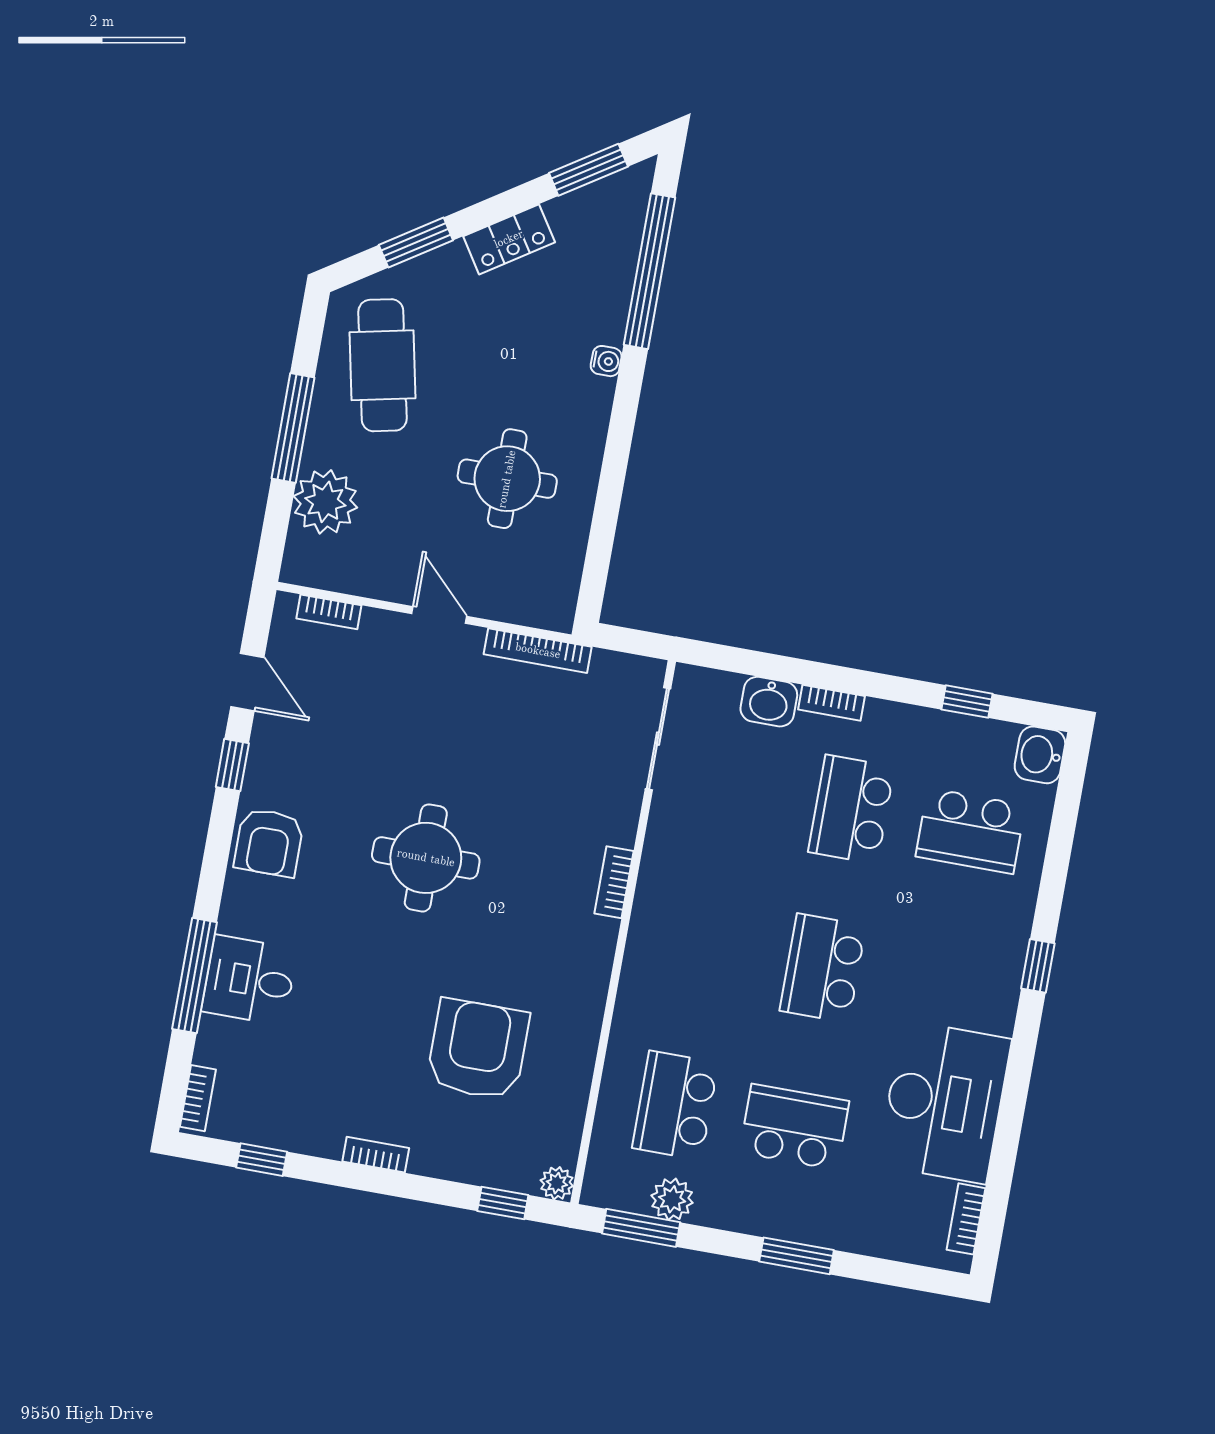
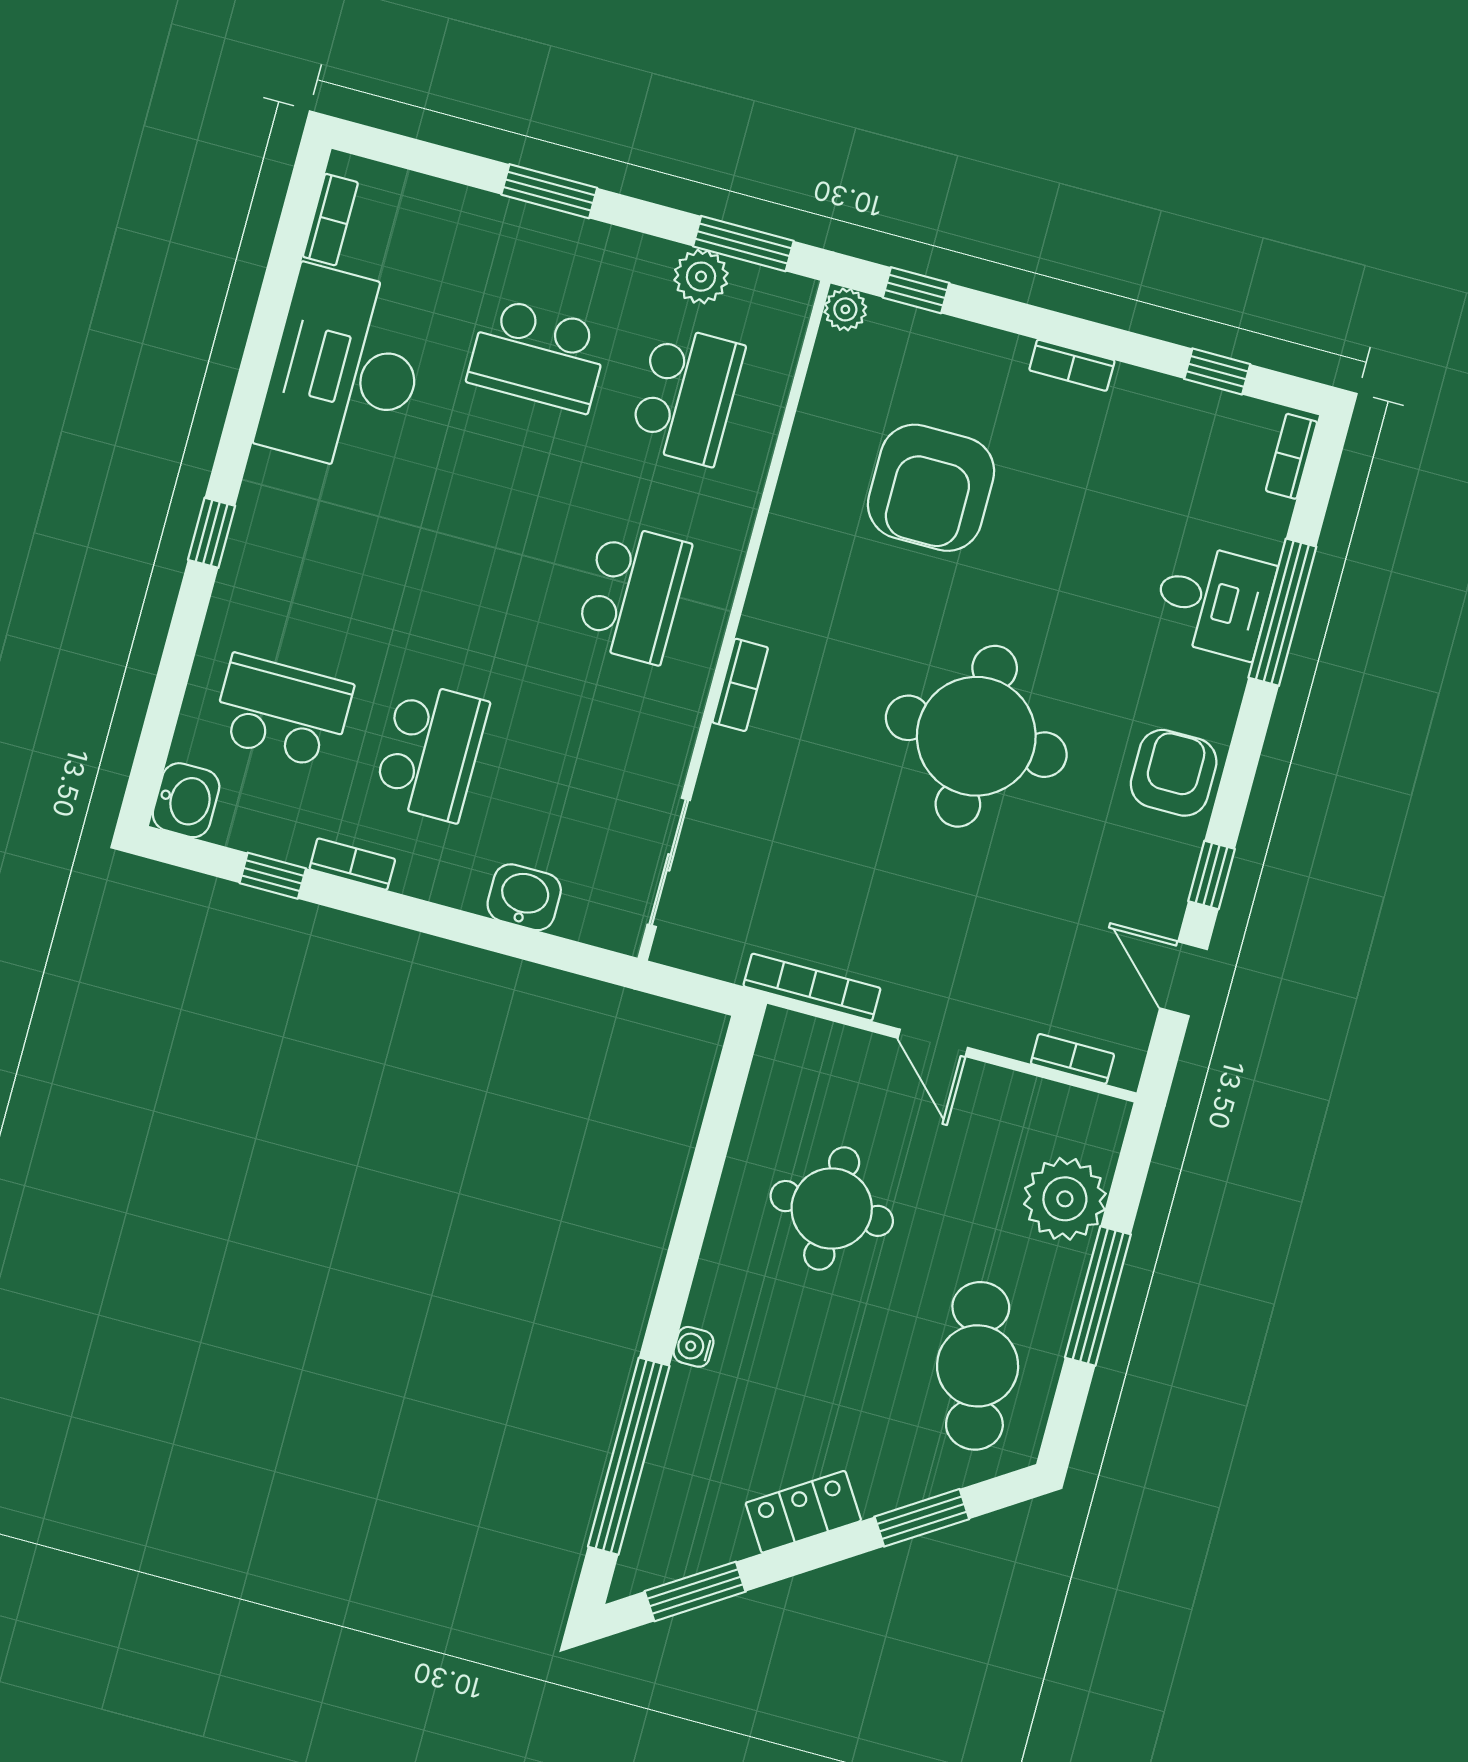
bookcase: (832, 703) -> (352, 864), moved
round table: (426, 858) -> (976, 736), width x1.36, depth x1.36
school desk: (823, 968) -> (633, 593), moved

